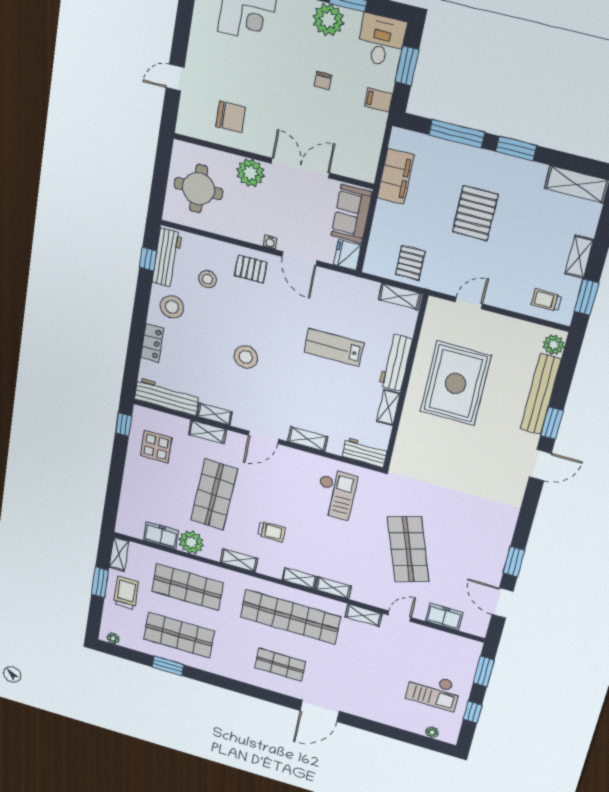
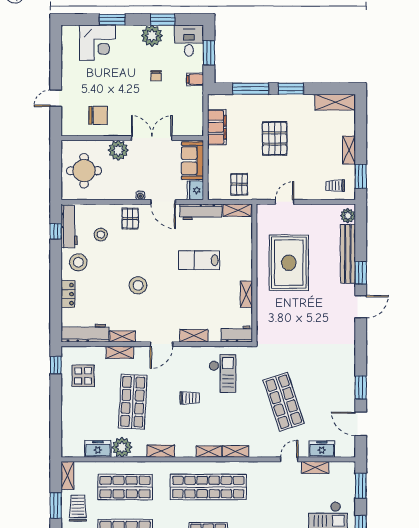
pallet: (251, 269) -> (130, 219), turned 90
workbench: (396, 363) -> (201, 212), moved, turned -90
trolley: (272, 532) -> (190, 398), moved
shelving: (364, 615) -> (315, 467), moved

